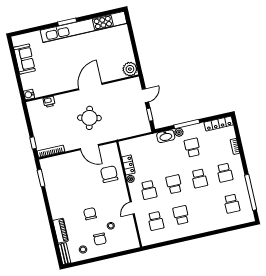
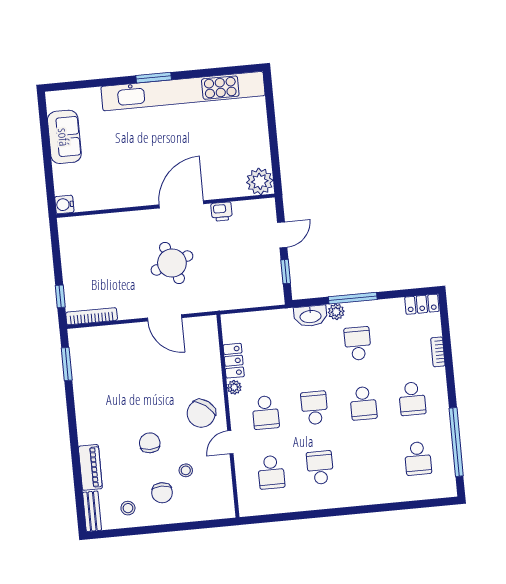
printer: (49, 102) -> (222, 212), moved
round table: (89, 118) -> (172, 263), turned -33
locker: (219, 124) -> (422, 304), width x0.66
chair: (109, 174) -> (201, 413), moved, turned -143

